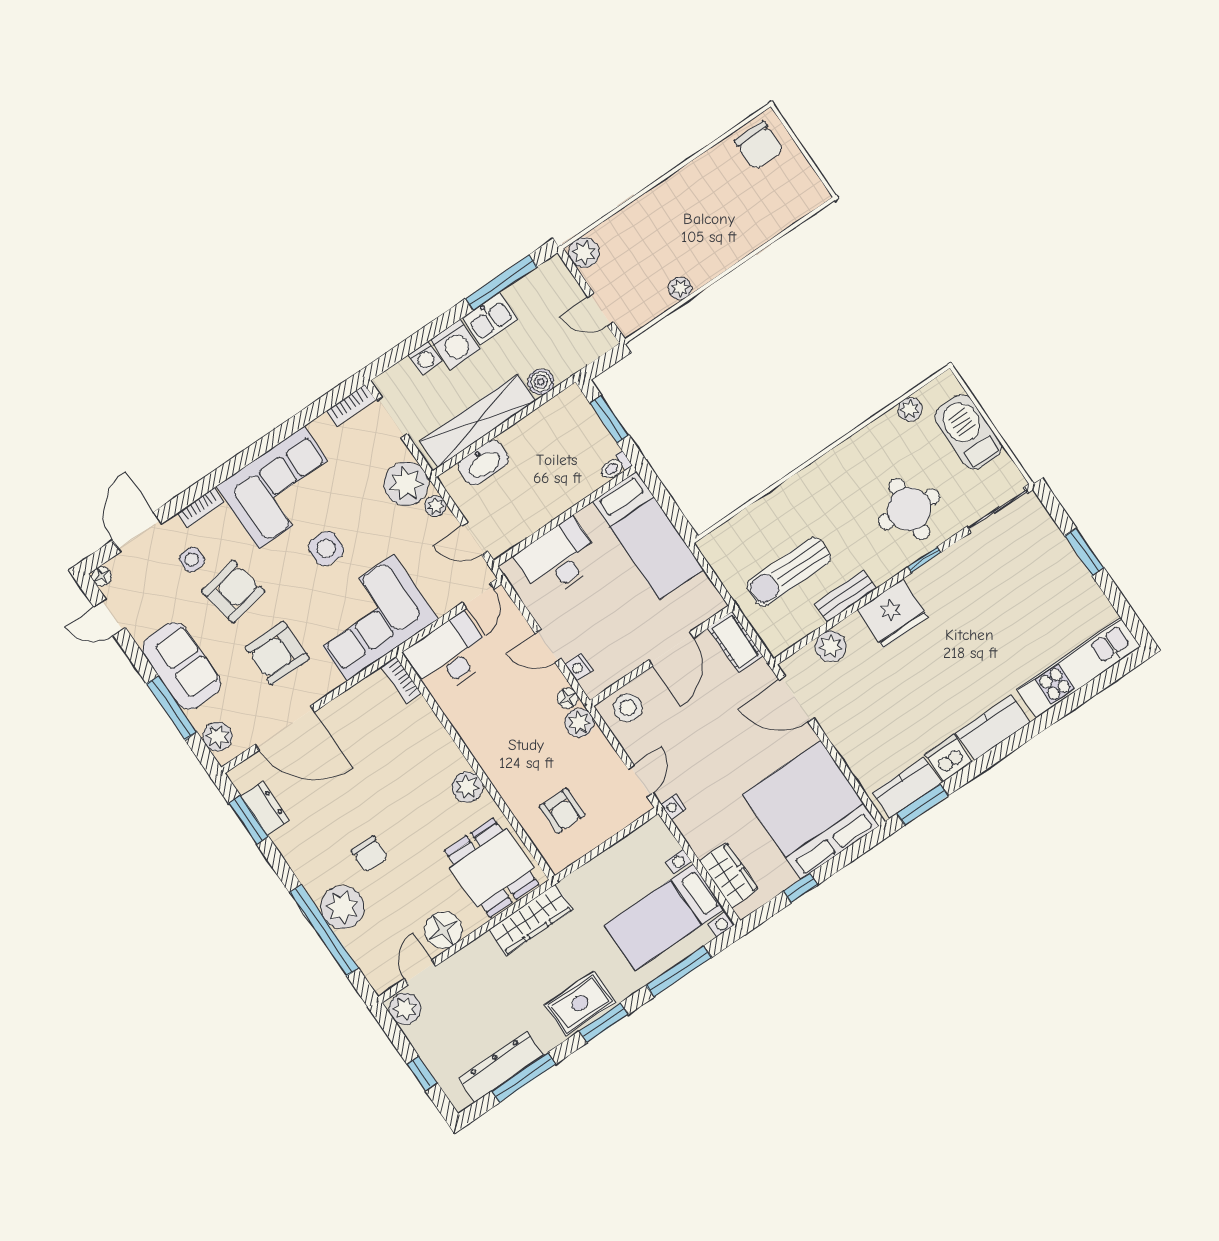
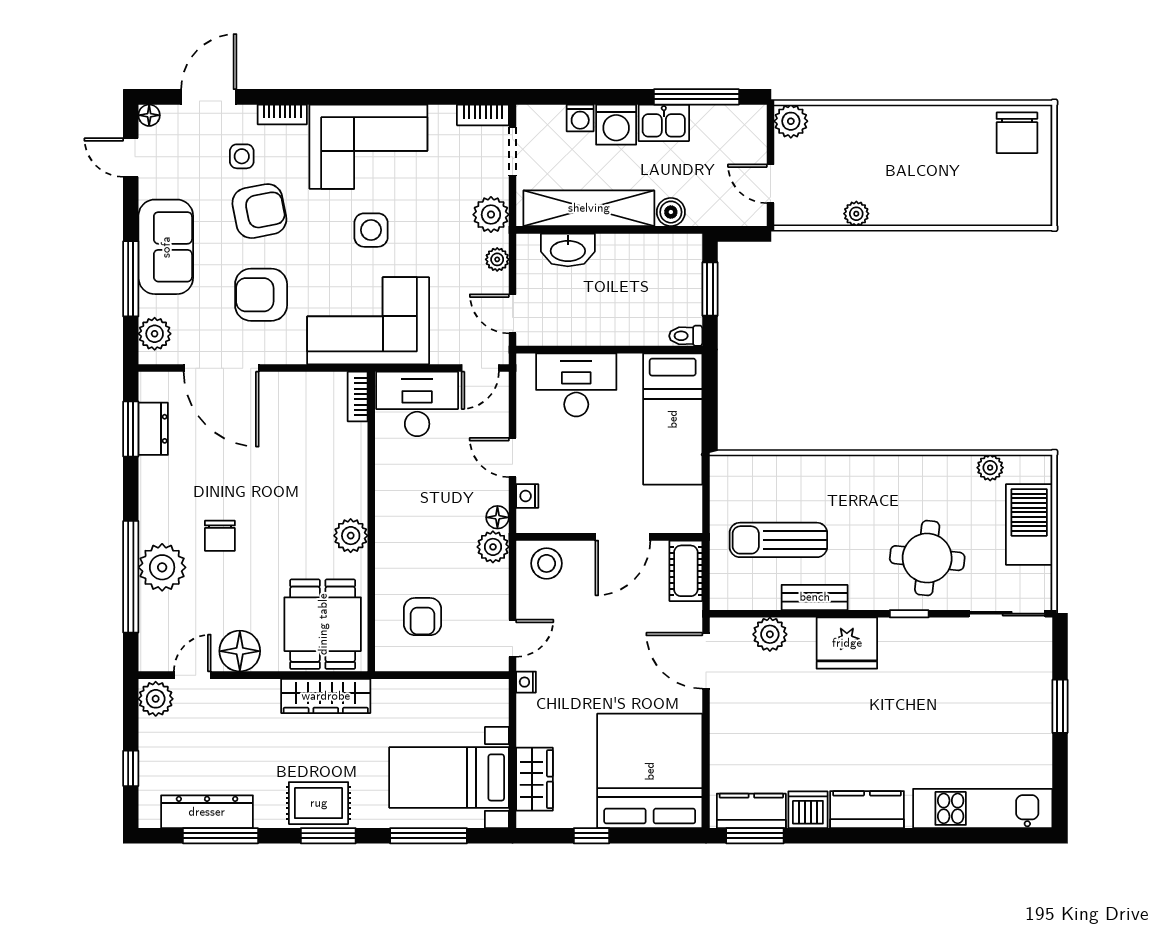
plant: (406, 484) -> (491, 215), width x0.73, depth x0.73

